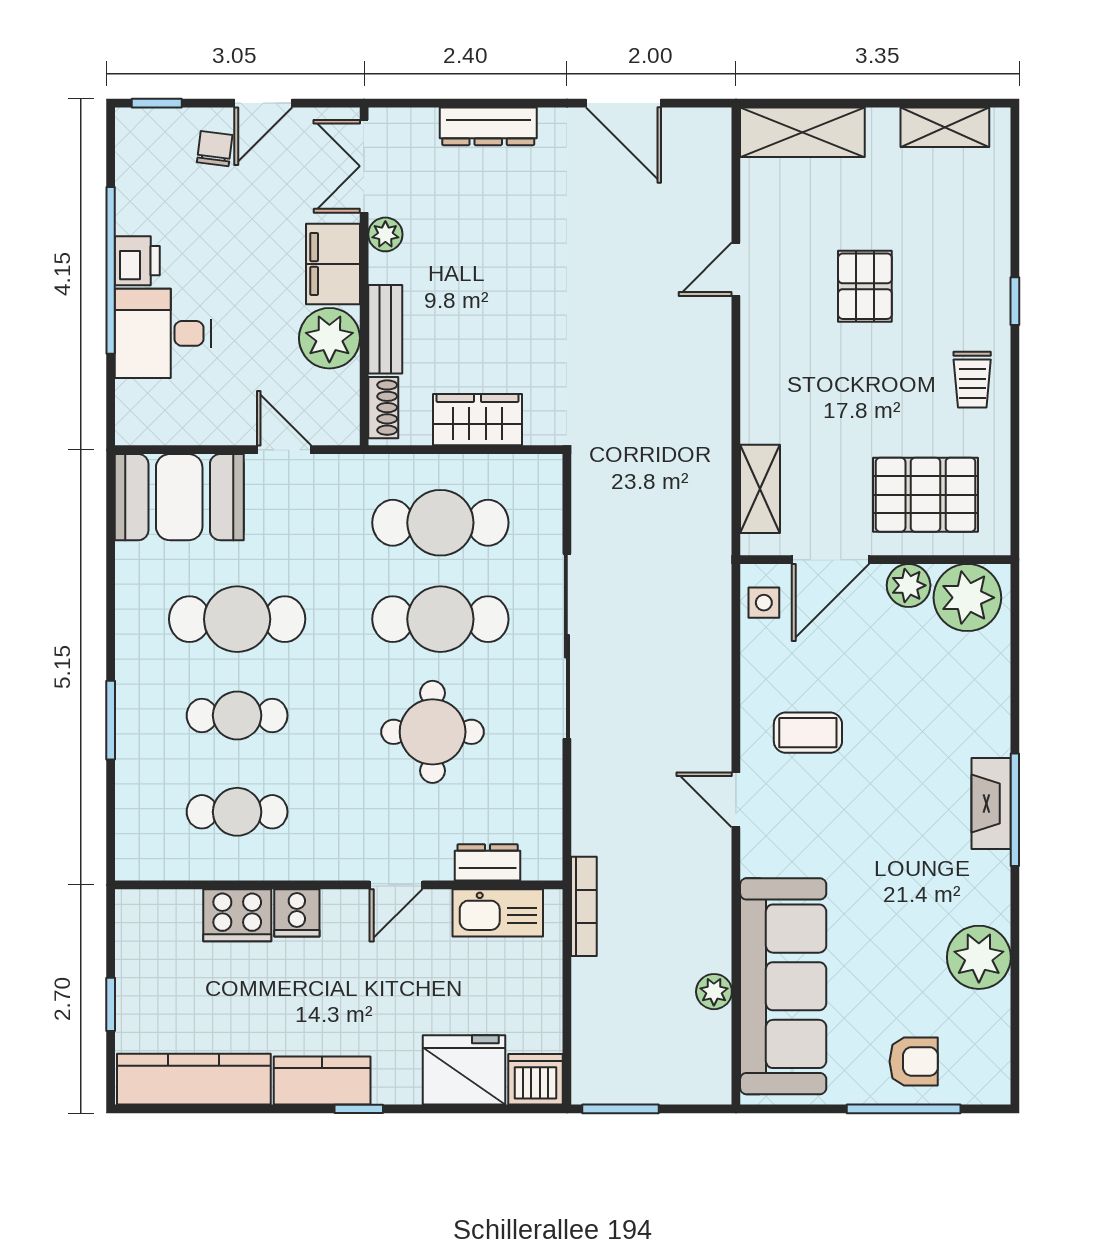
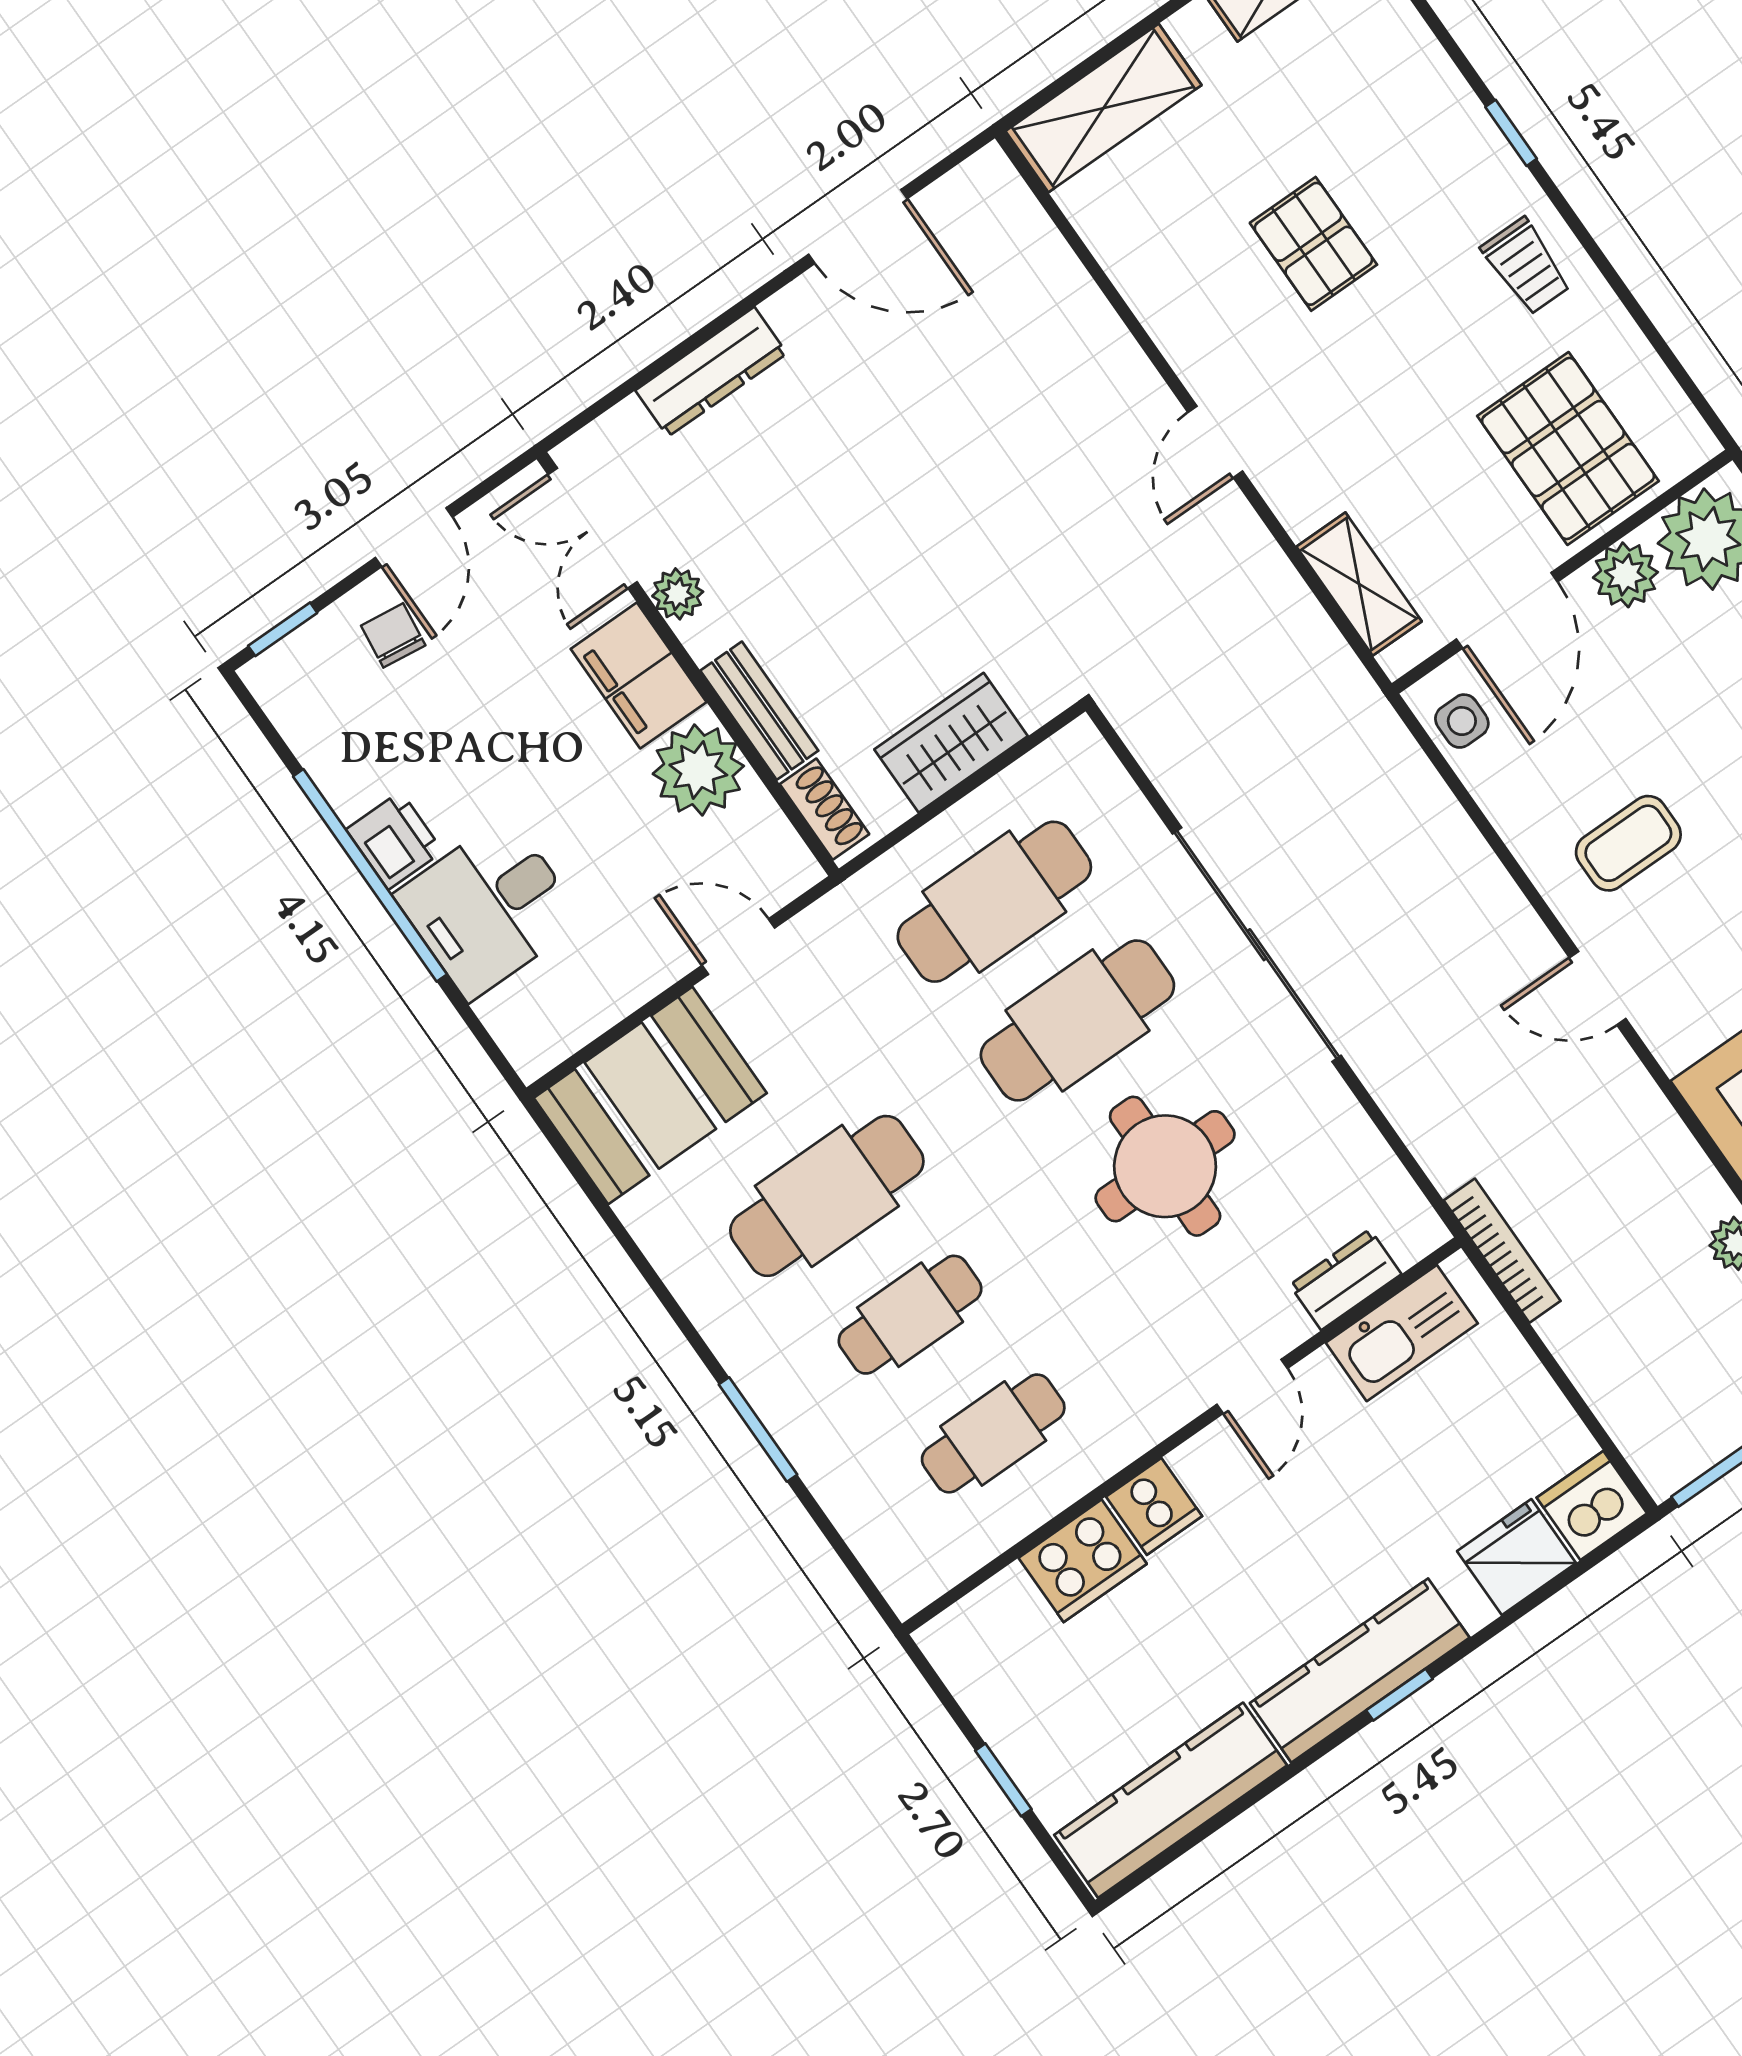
door: (736, 269) -> (1215, 442), moved
pallet: (926, 495) -> (1568, 449), turned 90
fridge: (464, 1070) -> (1517, 1557), width x0.73, depth x0.75
kitchen counter: (322, 1081) -> (1360, 1670), width x1.50

